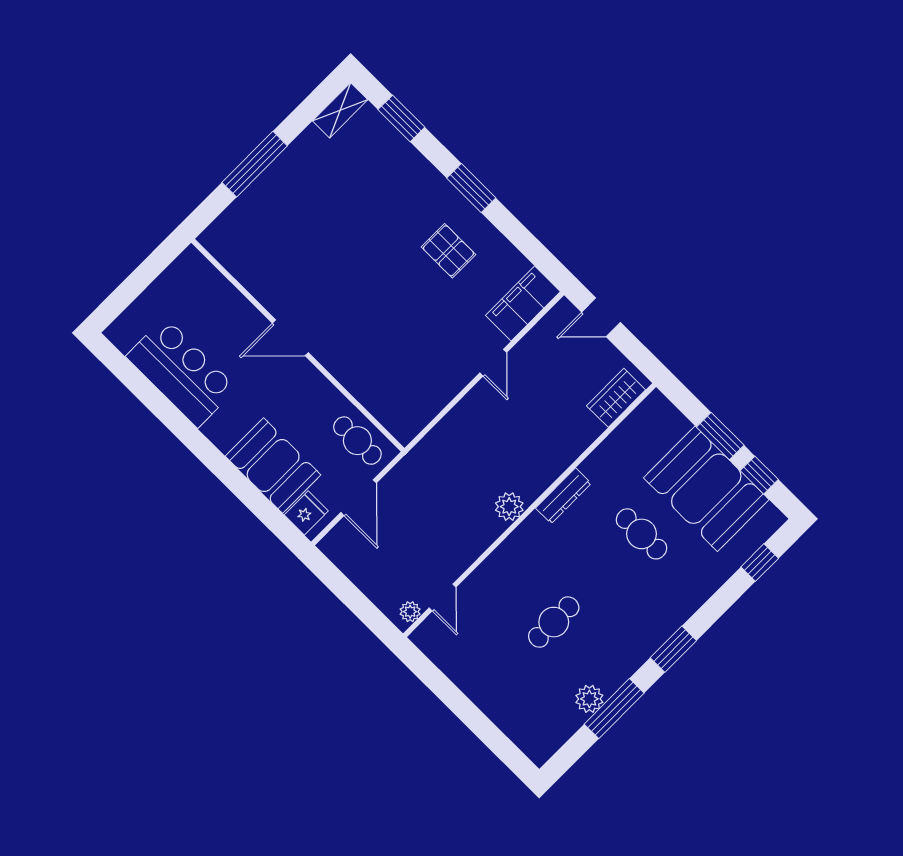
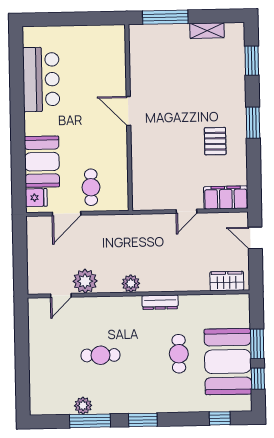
shelving: (340, 110) -> (207, 31), moved
door: (290, 338) -> (128, 111), moved
wall: (298, 345) -> (129, 118), moved
plant: (410, 612) -> (85, 281), moved, width x1.88, depth x1.88

